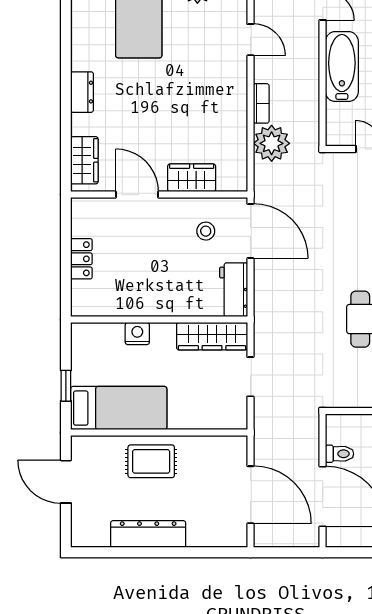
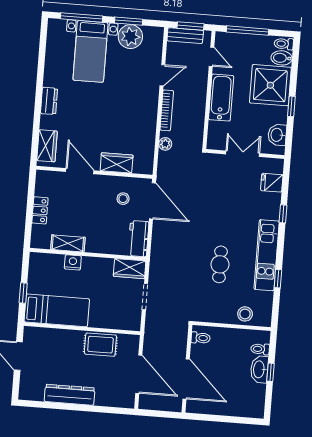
door: (250, 40) -> (162, 75), hinge flipped
bookcase: (261, 103) -> (167, 110), width x1.56
plant: (272, 143) -> (165, 144), width x0.53, depth x0.53
shelving: (128, 305) -> (68, 243), added
wardrobe: (212, 336) -> (130, 269), width x0.67
toilet: (340, 454) -> (201, 338), moved
rug: (151, 461) -> (100, 345), moved

